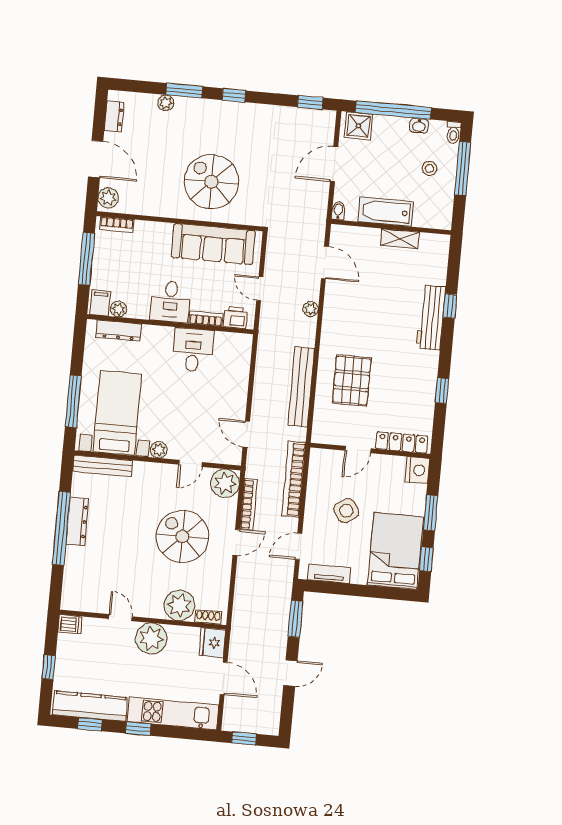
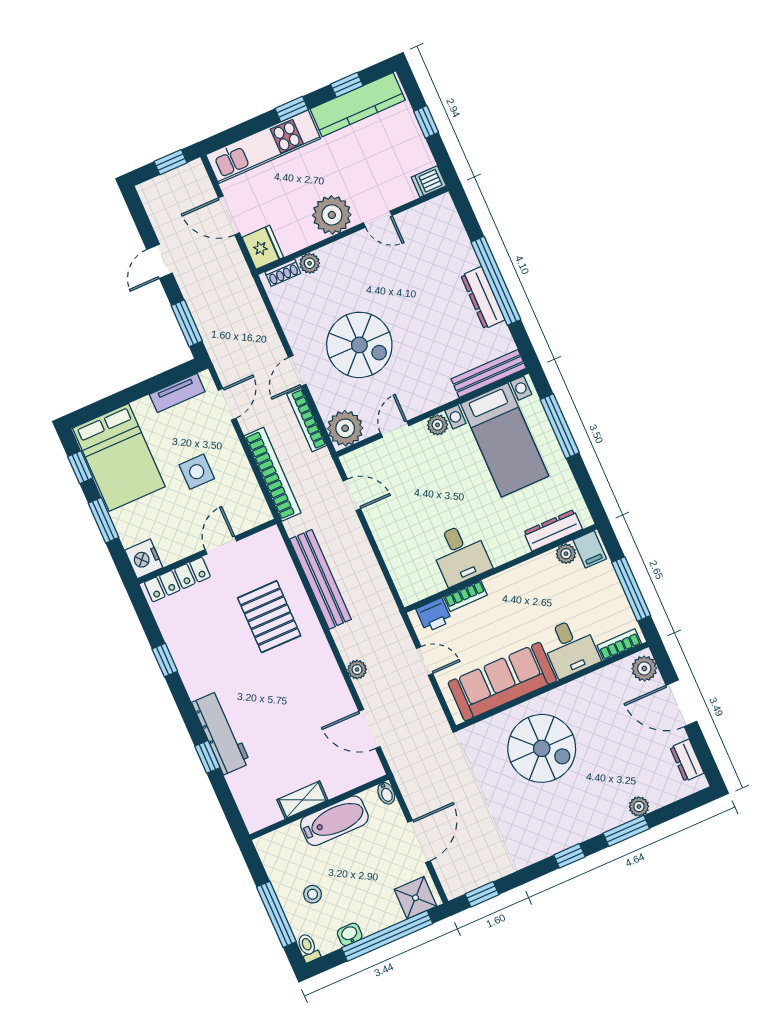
desk: (170, 302) -> (570, 648), moved, turned 180
side table: (346, 511) -> (197, 472), turned 34
plant: (179, 605) -> (310, 263), width x0.53, depth x0.53

